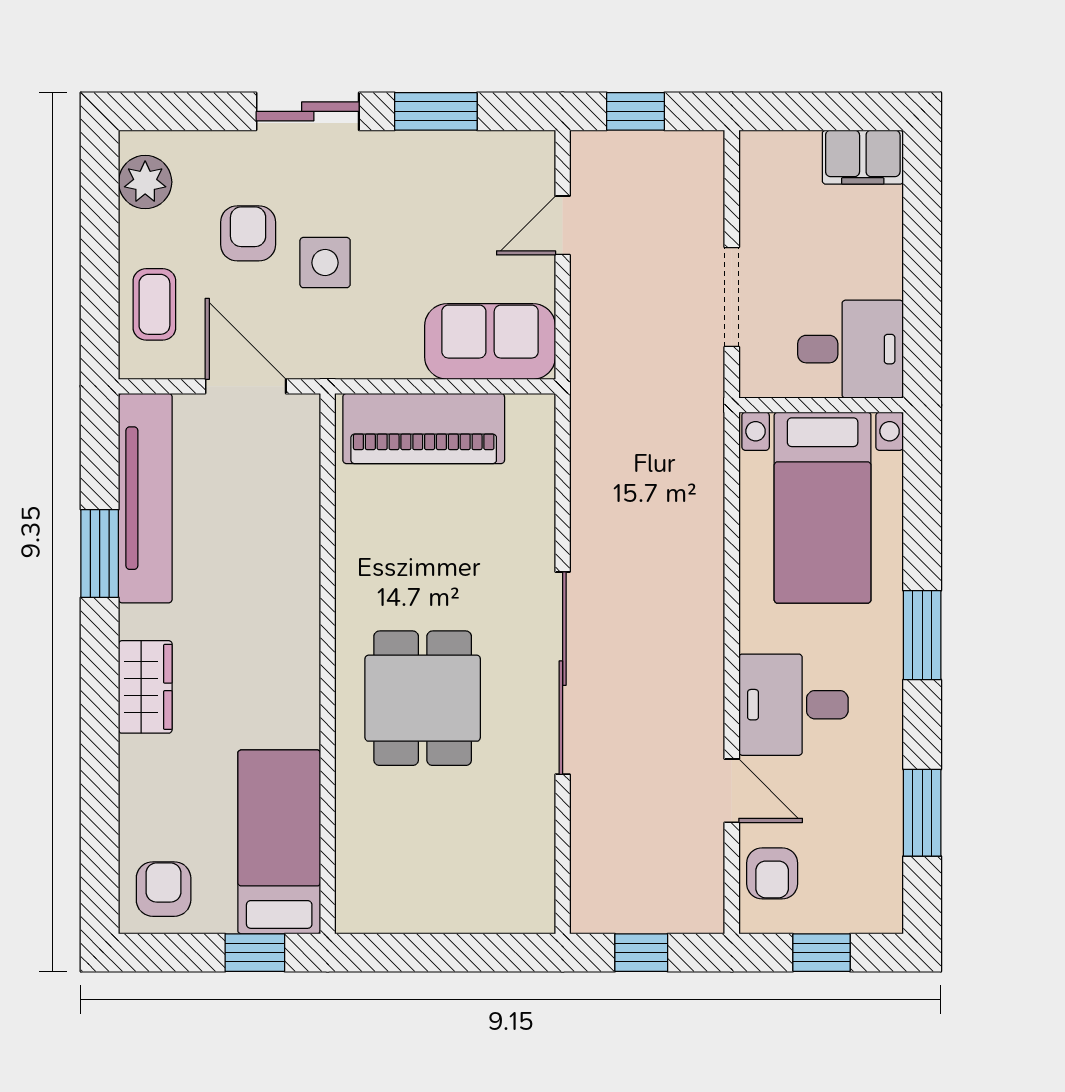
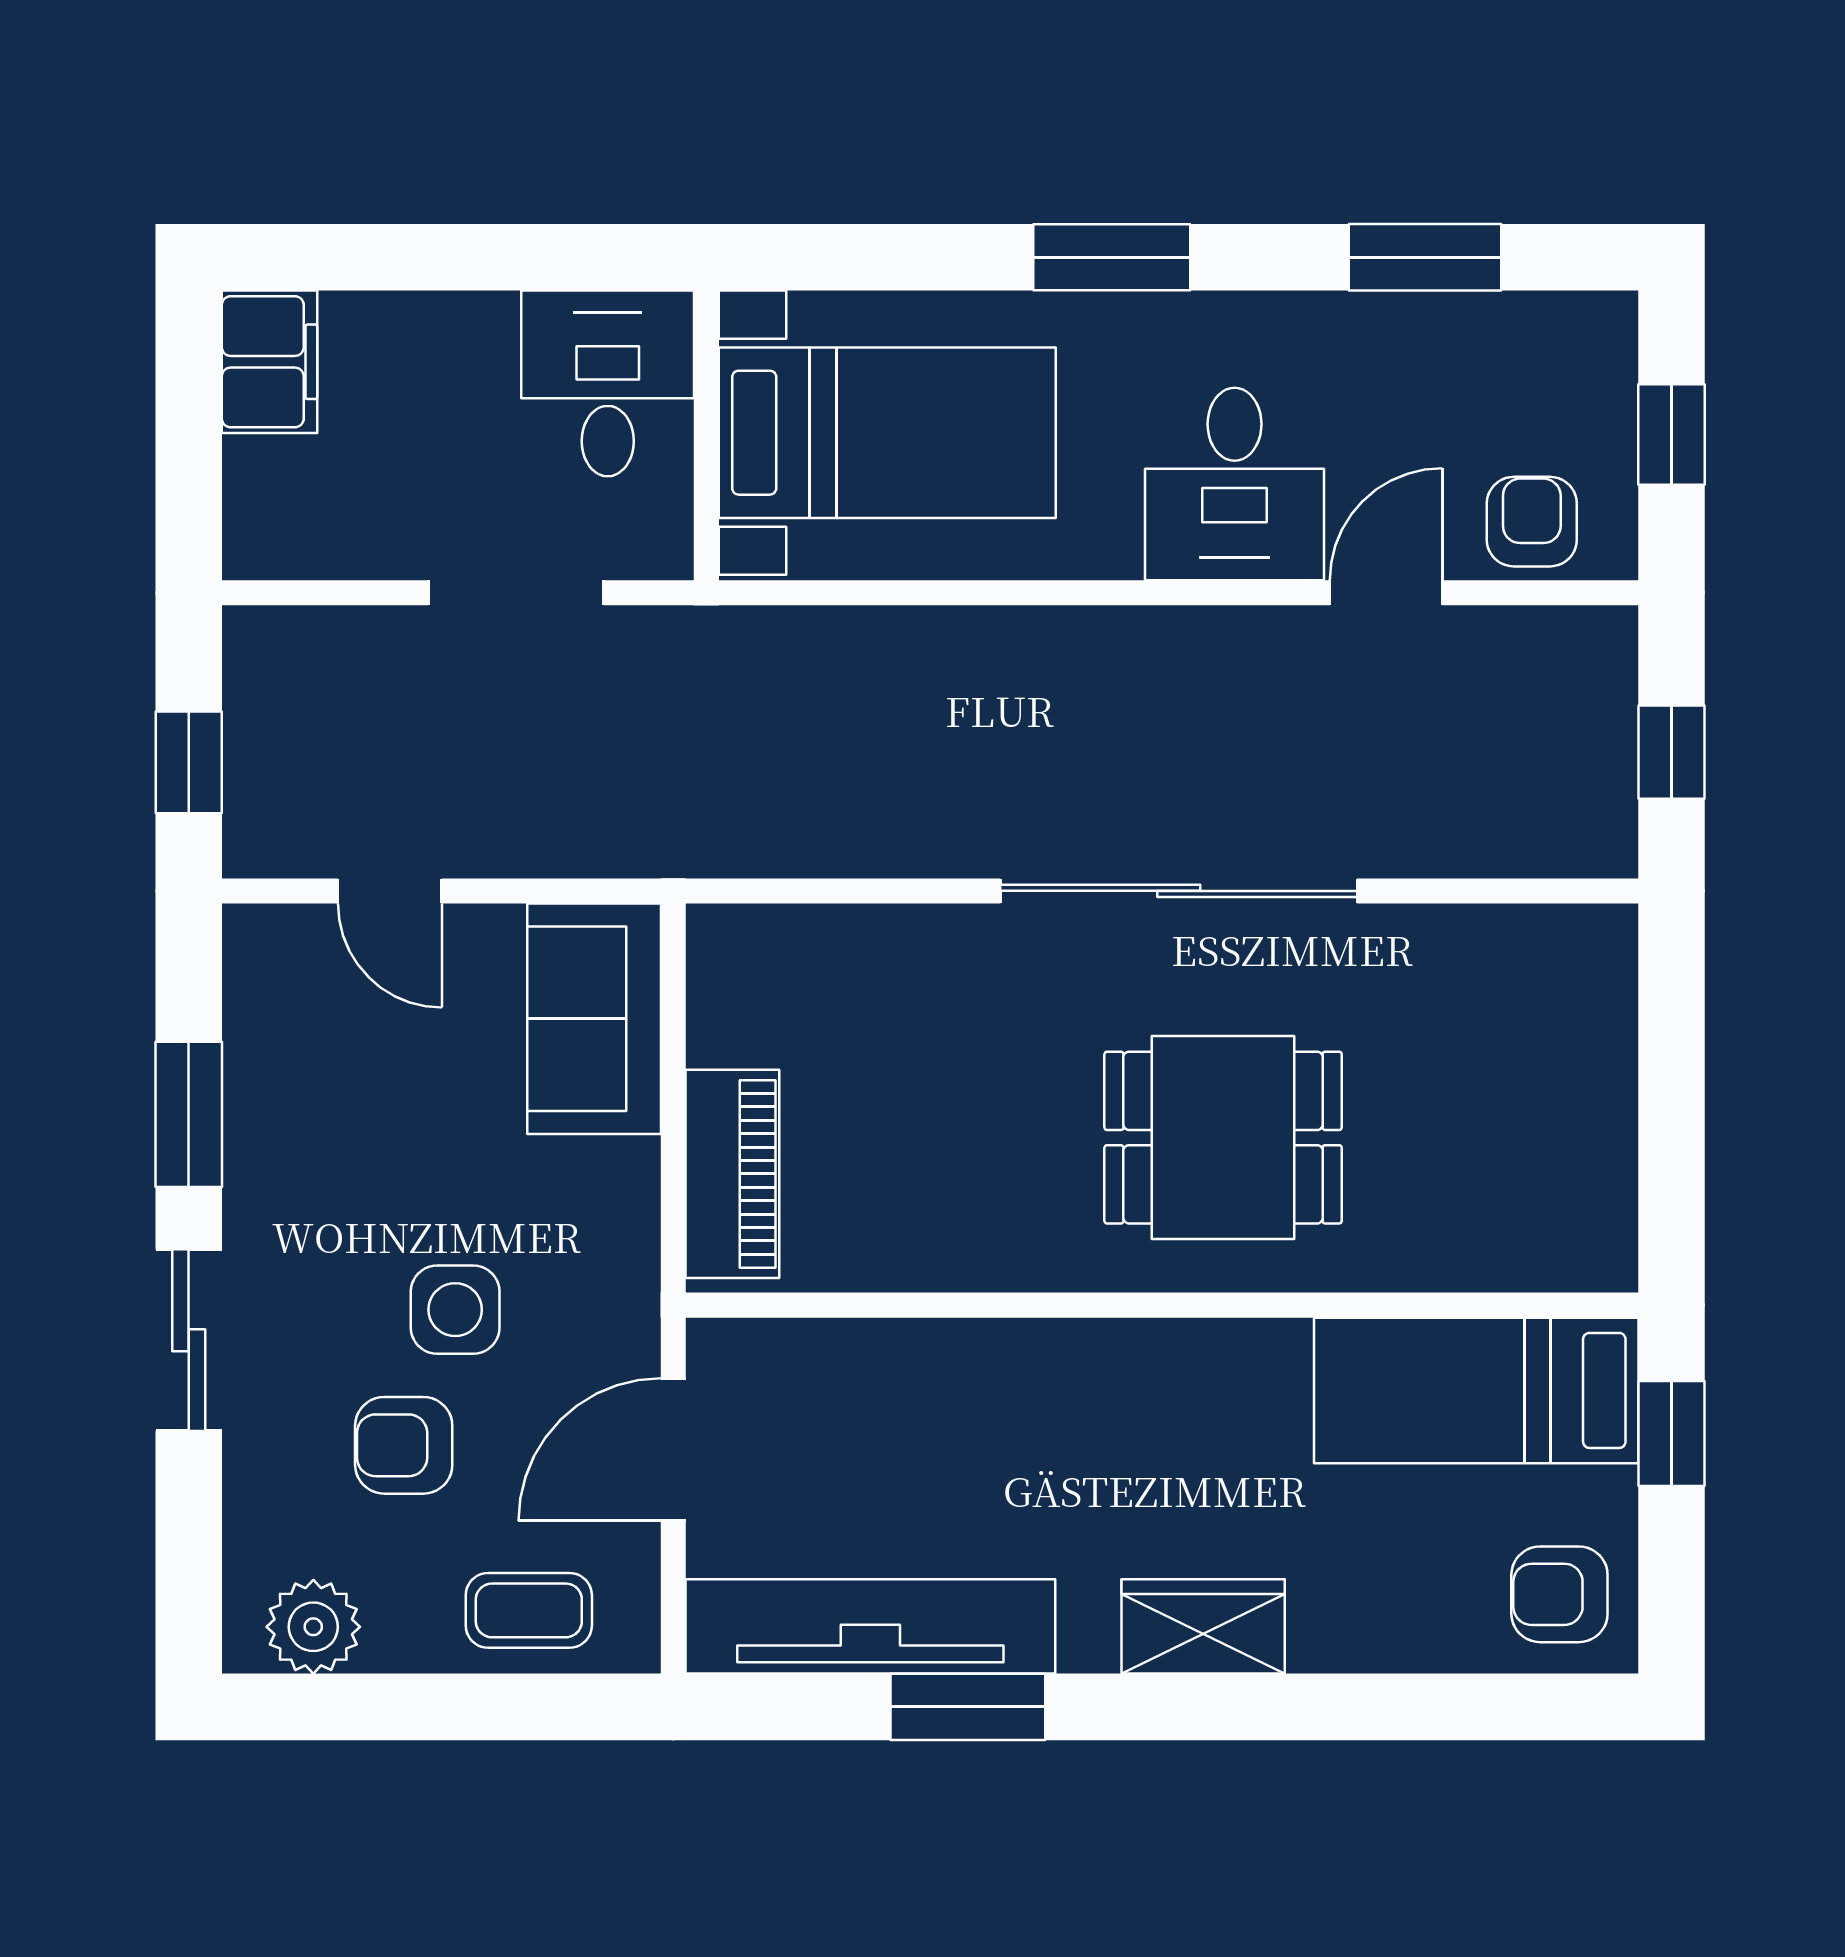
piano: (424, 428) -> (732, 1174), width x0.73, depth x0.75
armchair: (772, 873) -> (1532, 522), turned -90

